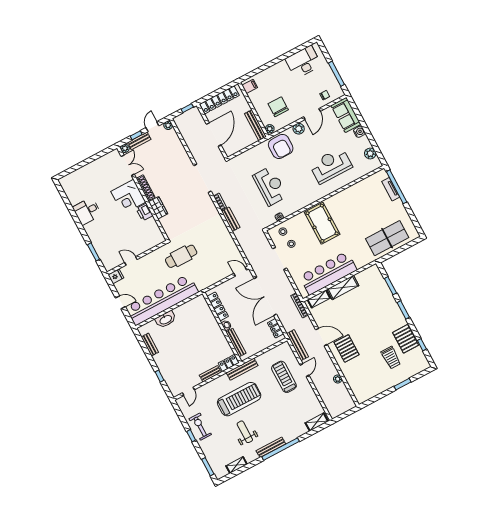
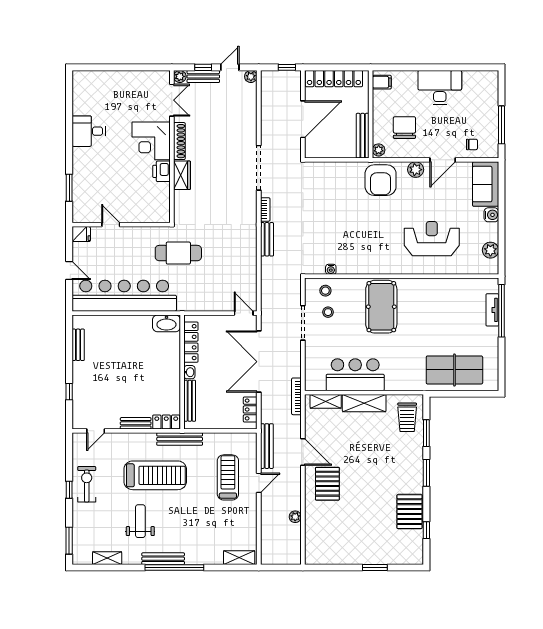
desk: (303, 62) -> (440, 87), moved
reception desk: (270, 186) -> (340, 224), removed
bar counter: (328, 273) -> (355, 375), width x0.73
washbasin: (166, 319) -> (166, 323), moved
trolley: (391, 358) -> (407, 417), moved

